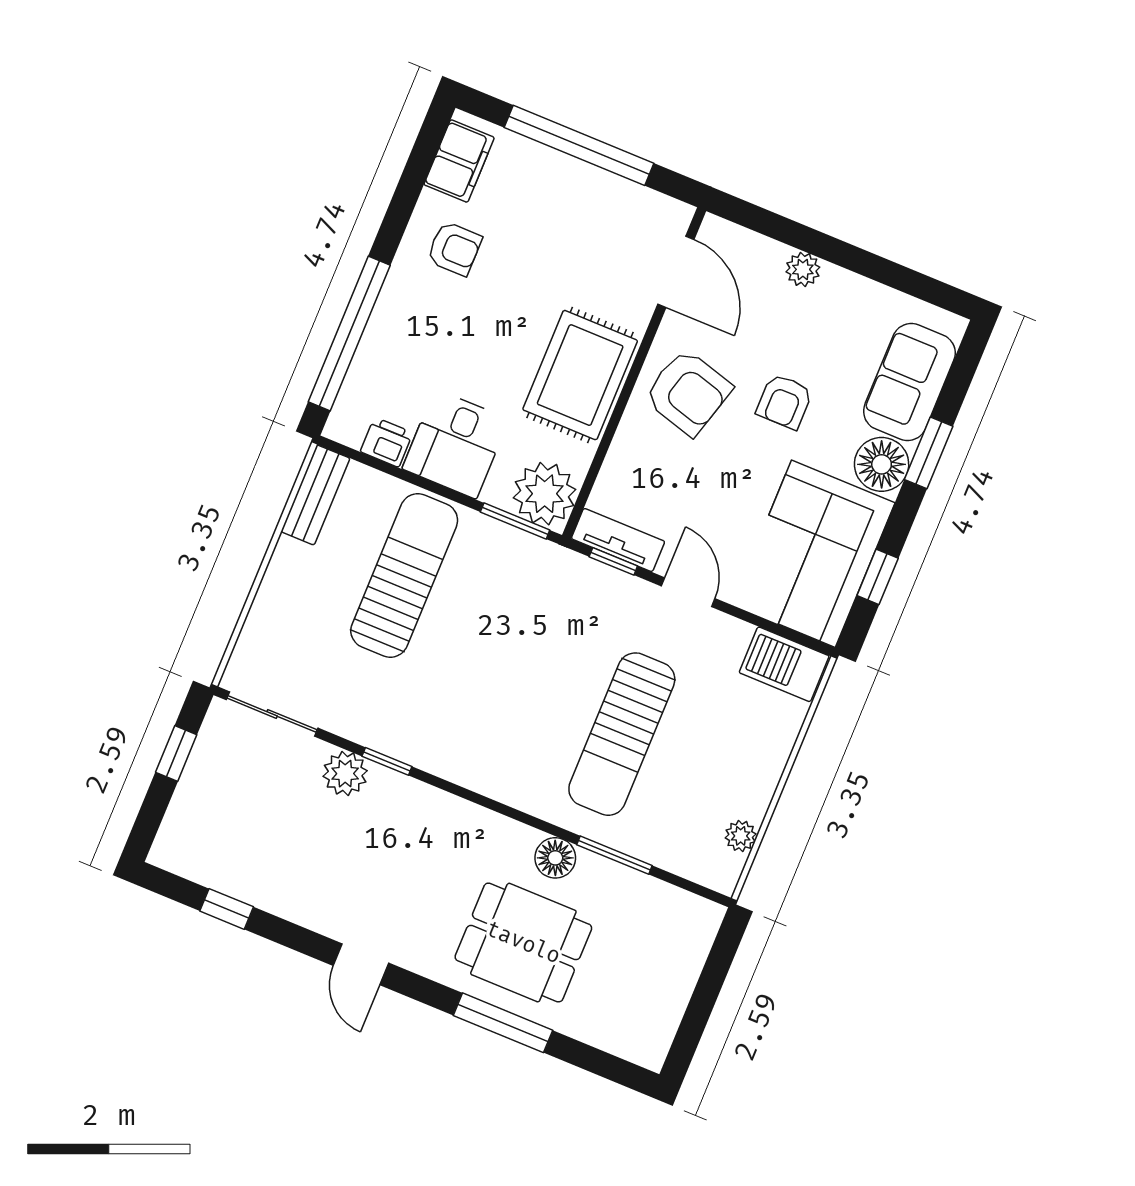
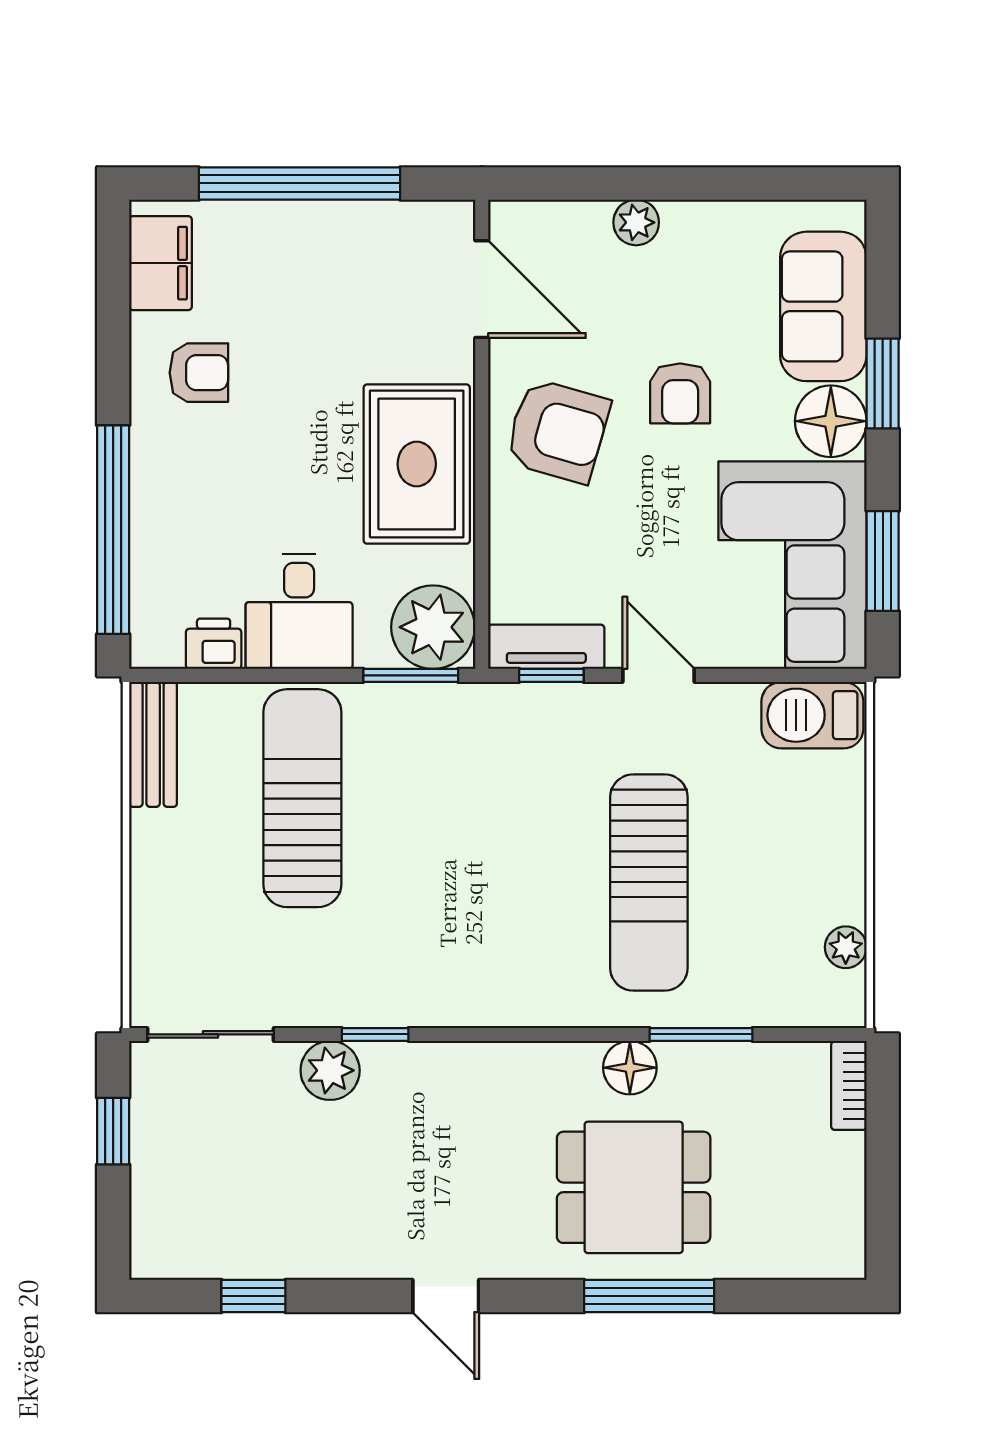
window: (878, 577) -> (883, 561), width x1.50
bookcase: (703, 933) -> (849, 1086), added

